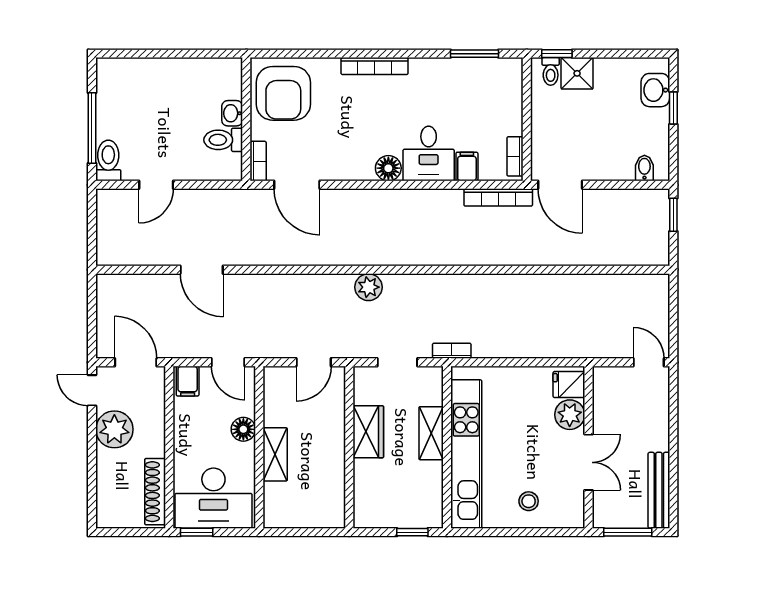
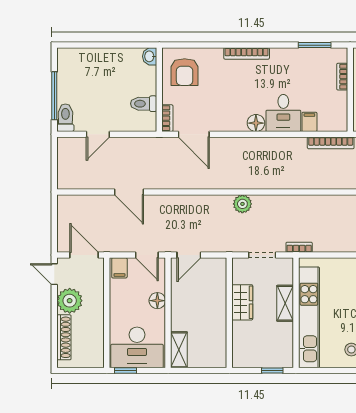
armchair: (283, 93) -> (185, 72), width x0.73, depth x0.73
washbasin: (232, 113) -> (150, 56), moved
bookcase: (515, 156) -> (342, 77), moved
door: (314, 362) -> (189, 255), moved
shelving: (275, 454) -> (179, 350), moved
shoe rack: (155, 492) -> (64, 337), moved, turned 180

